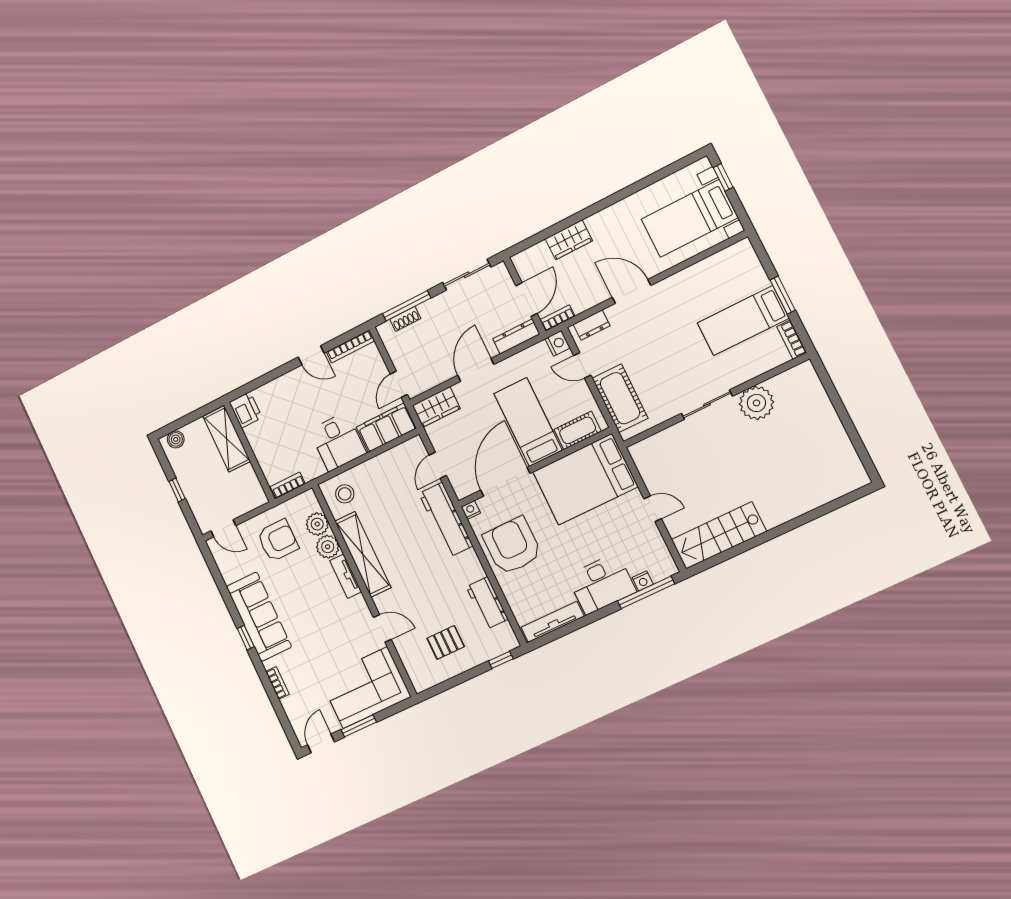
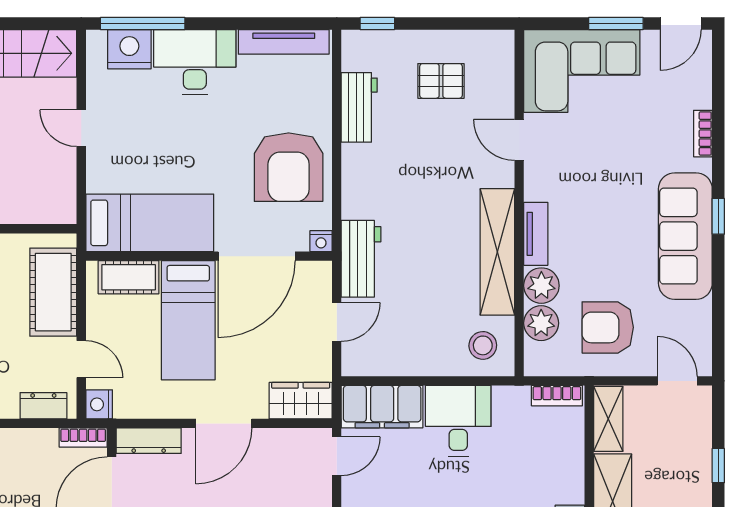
bed: (585, 479) -> (150, 223), width x0.67
shelving: (252, 486) -> (608, 419), added
workbench: (446, 520) -> (361, 259), width x0.73
nightstand: (643, 581) -> (129, 49), width x1.89, depth x1.79

